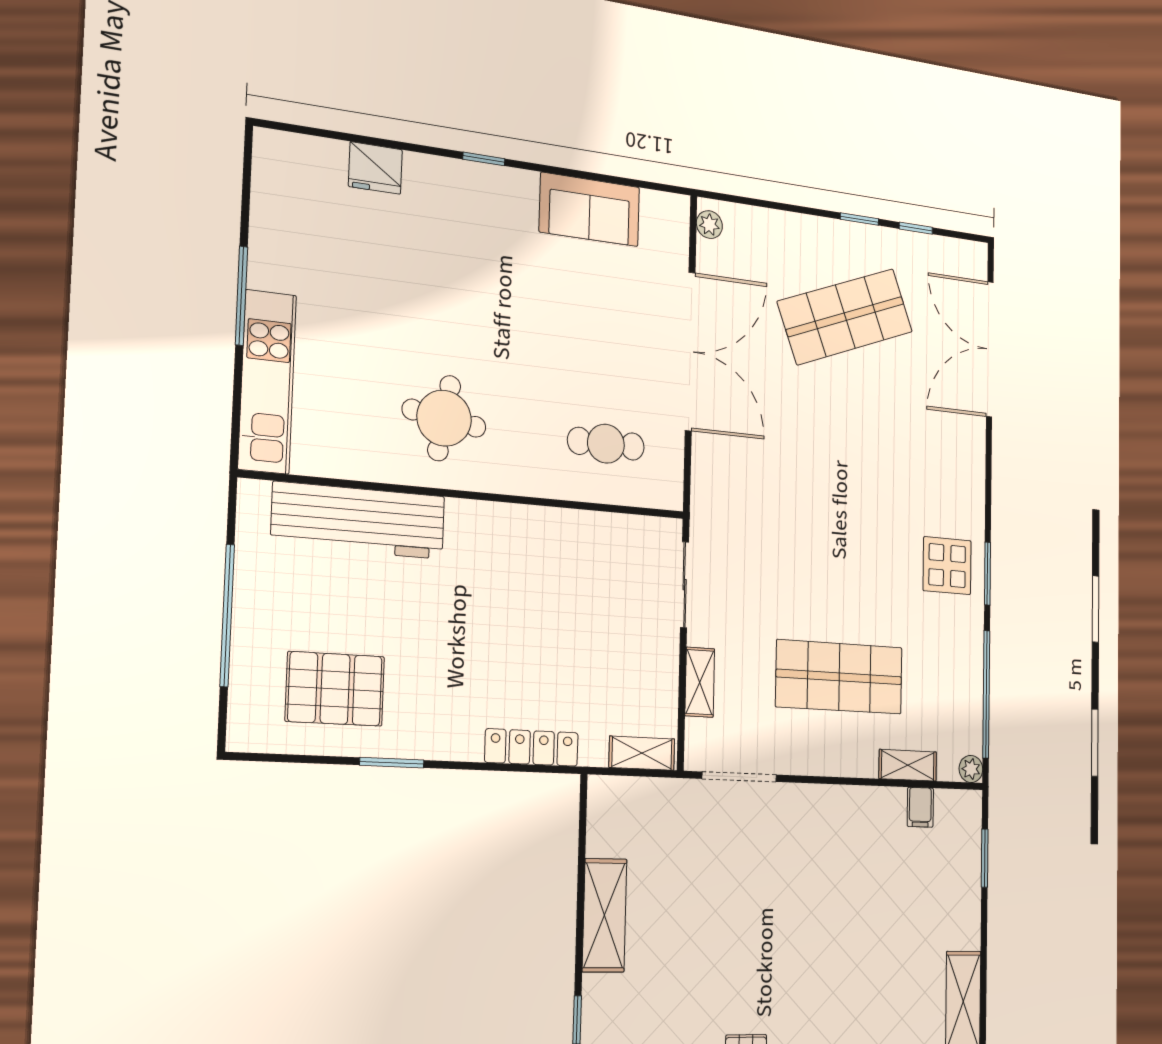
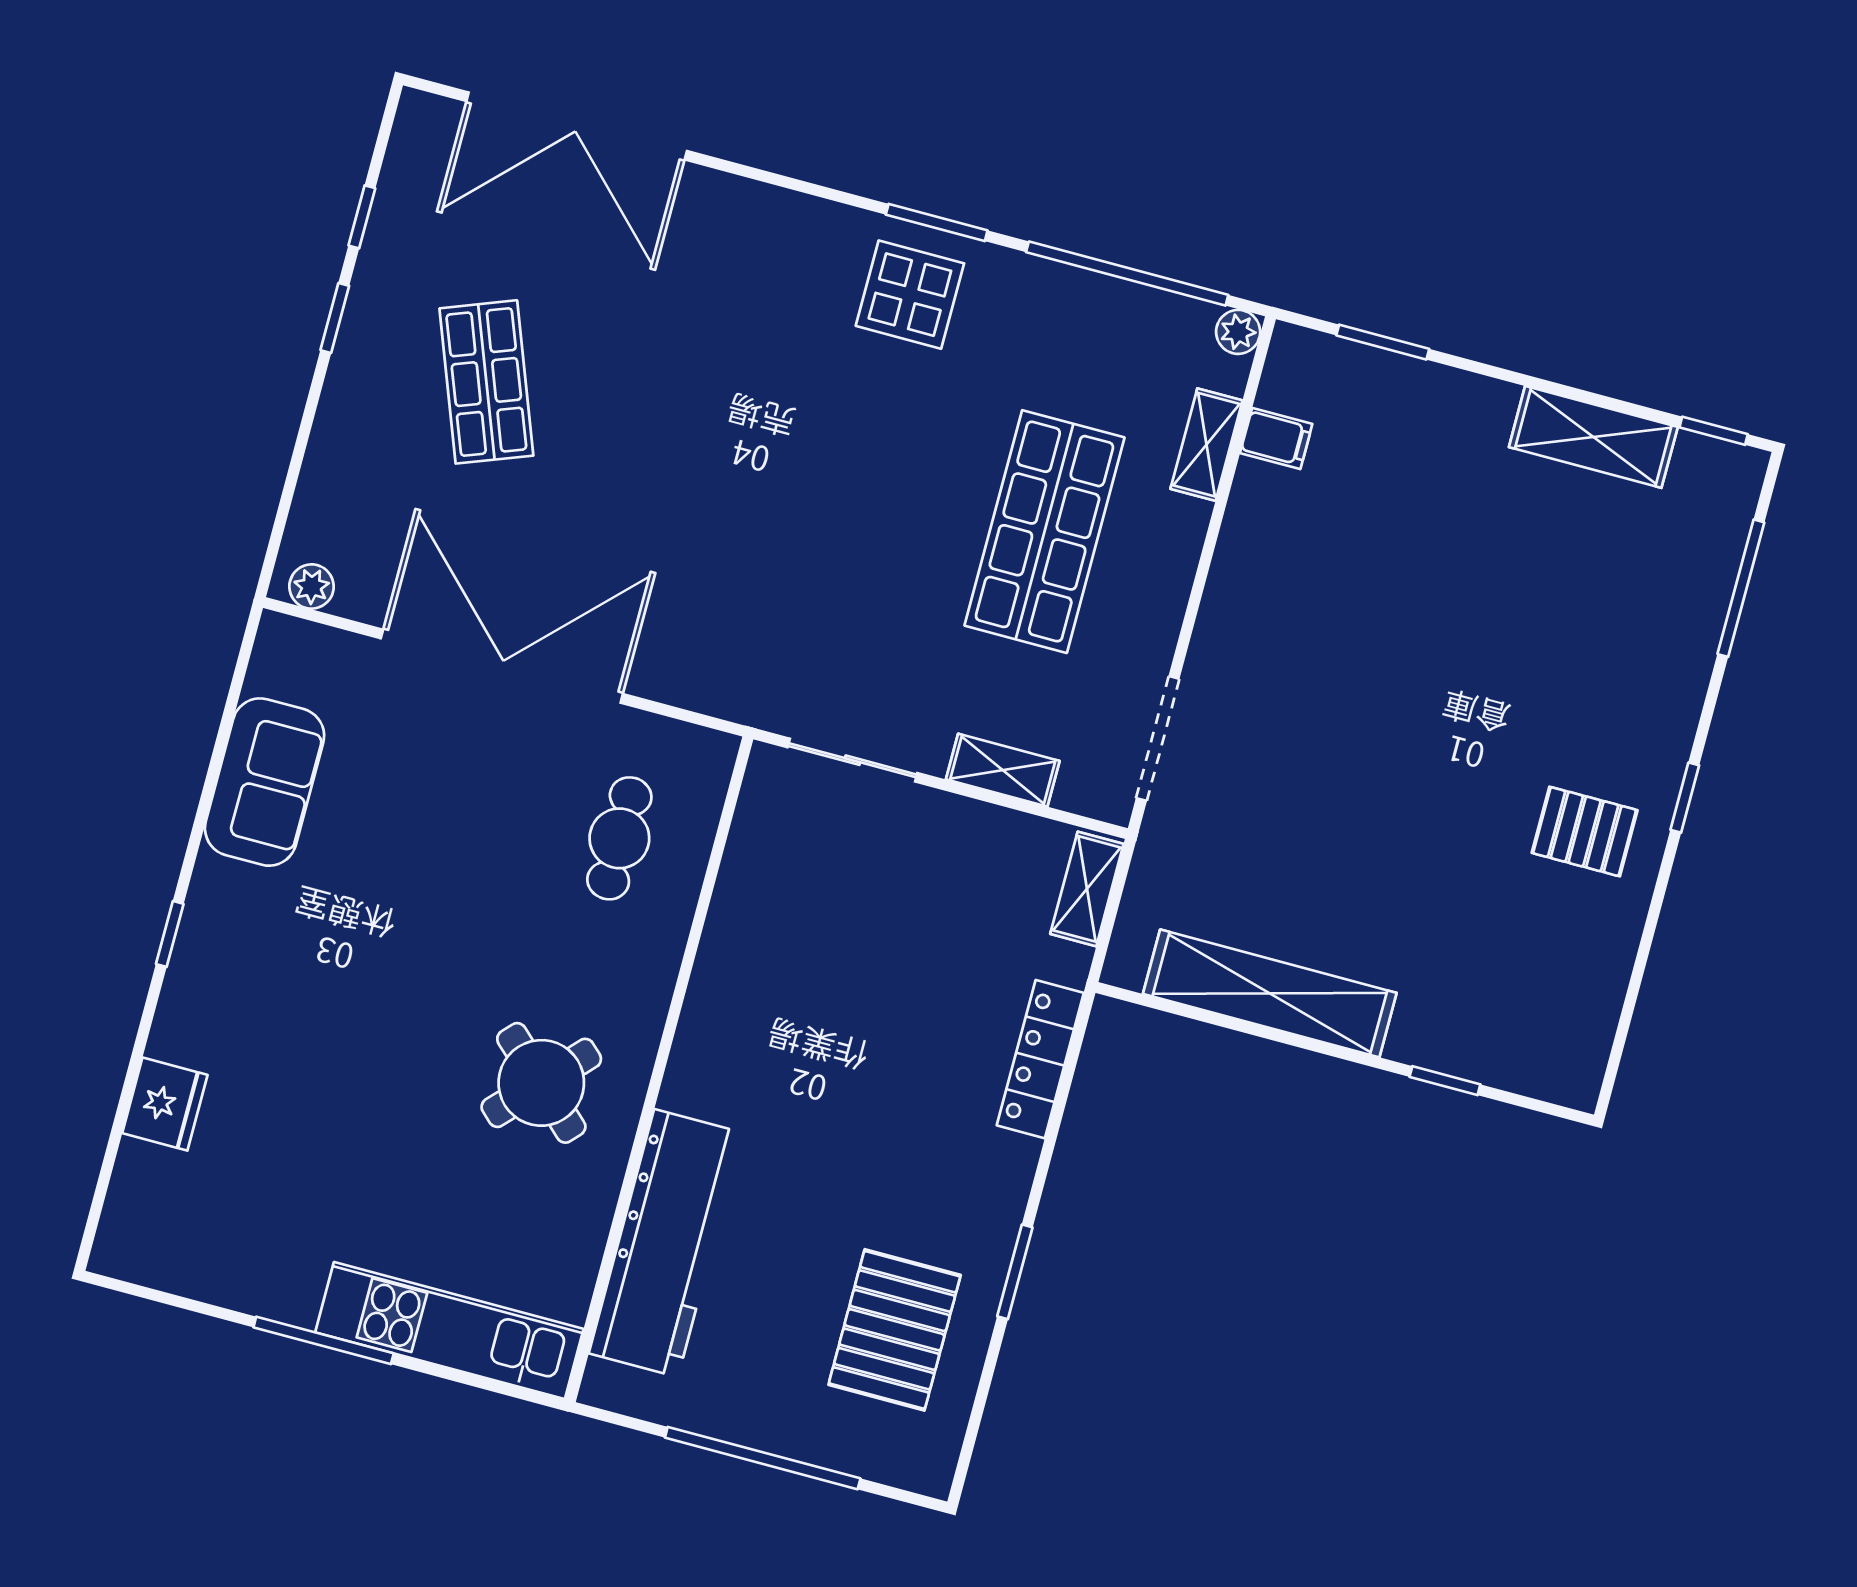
shop shelf: (845, 317) -> (486, 382), width x0.70, depth x0.74
round table: (444, 418) -> (541, 1083), turned 34
shelving: (605, 915) -> (1270, 993), width x1.47

